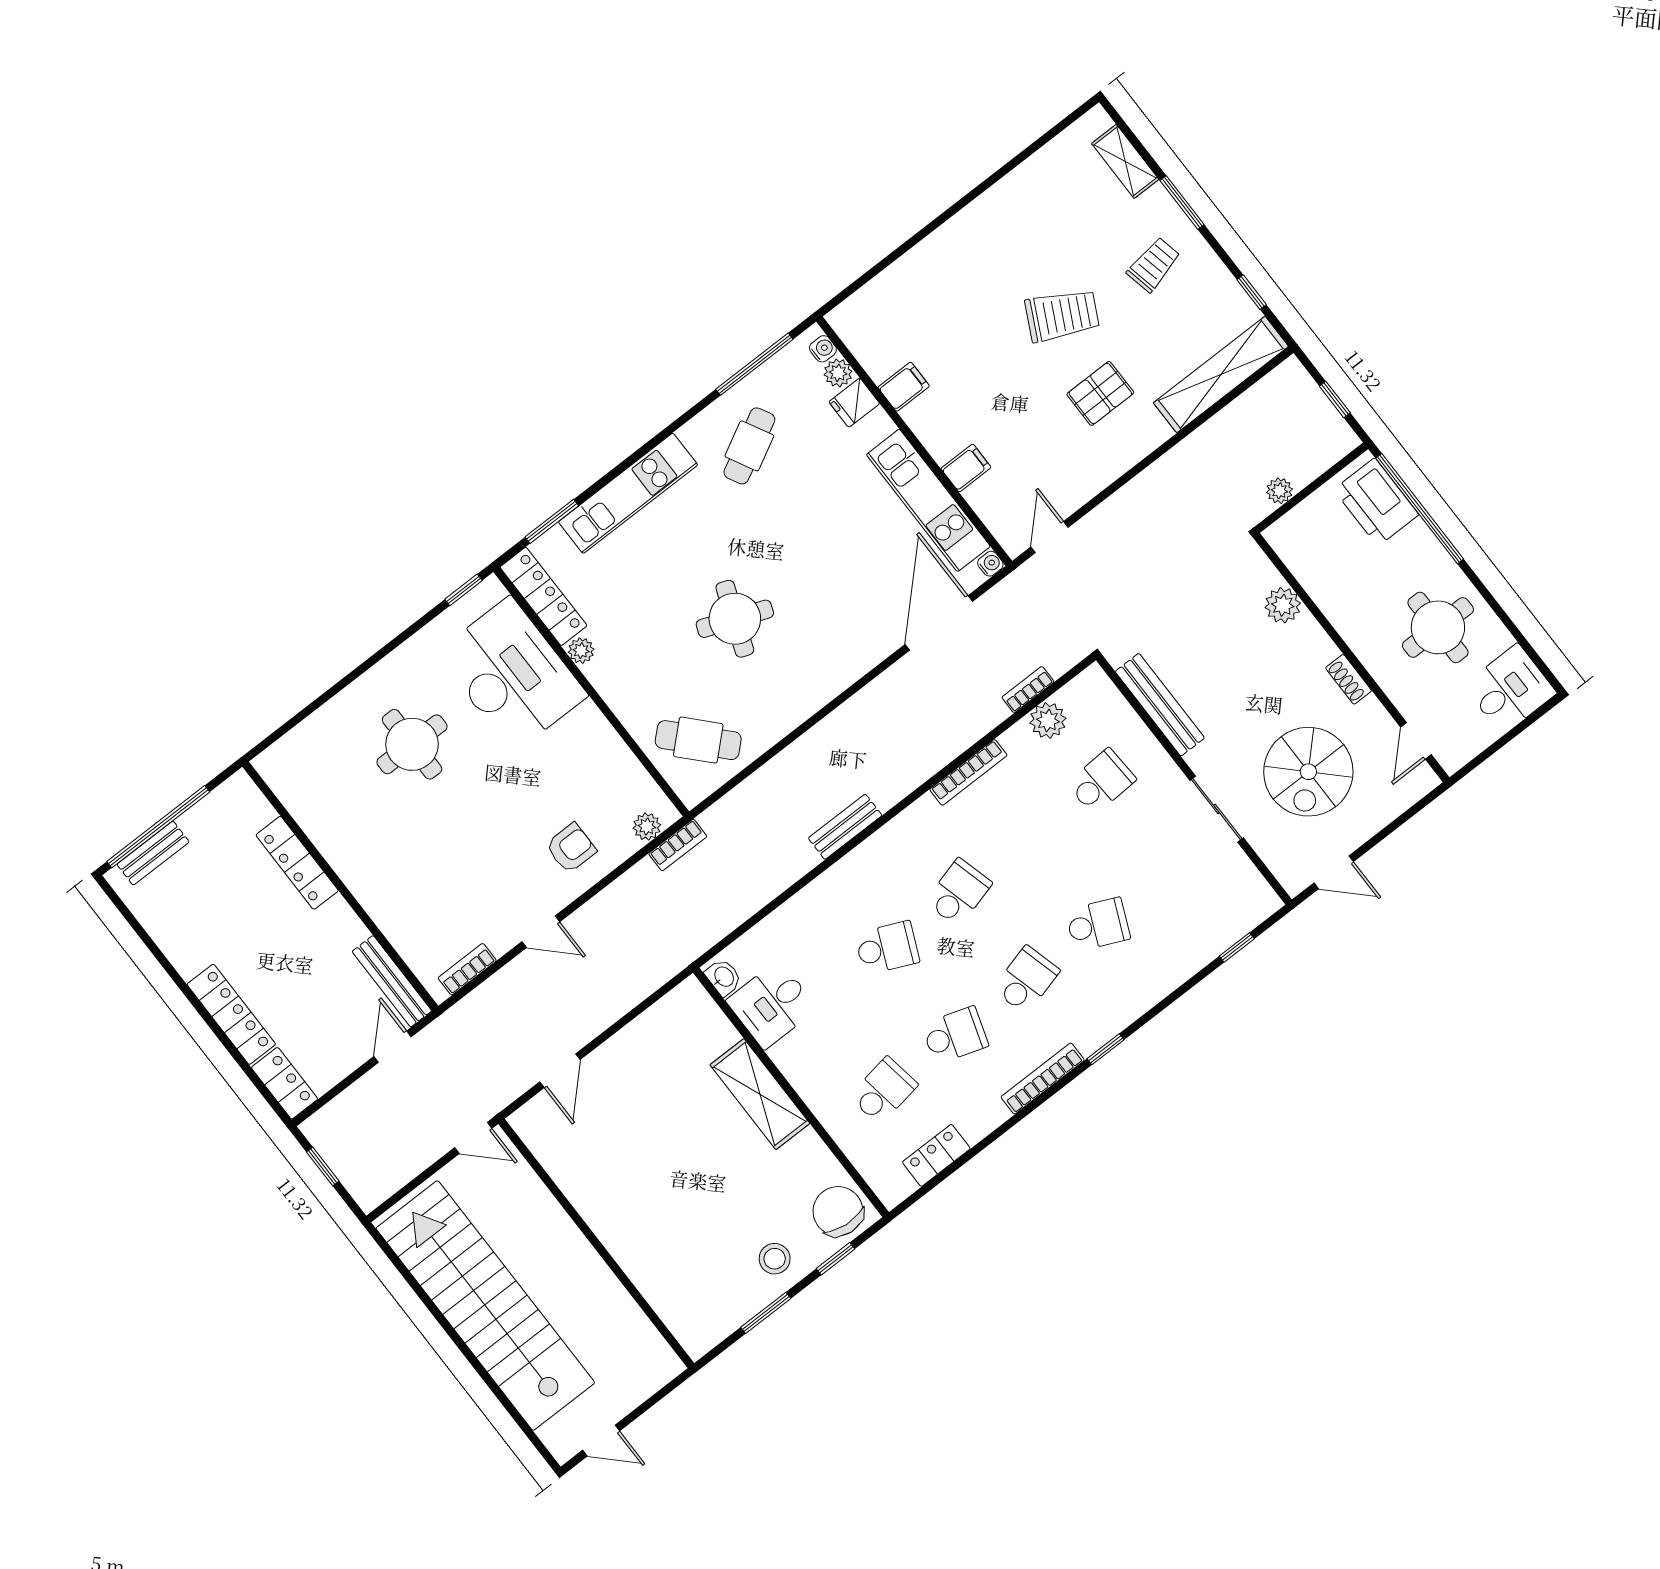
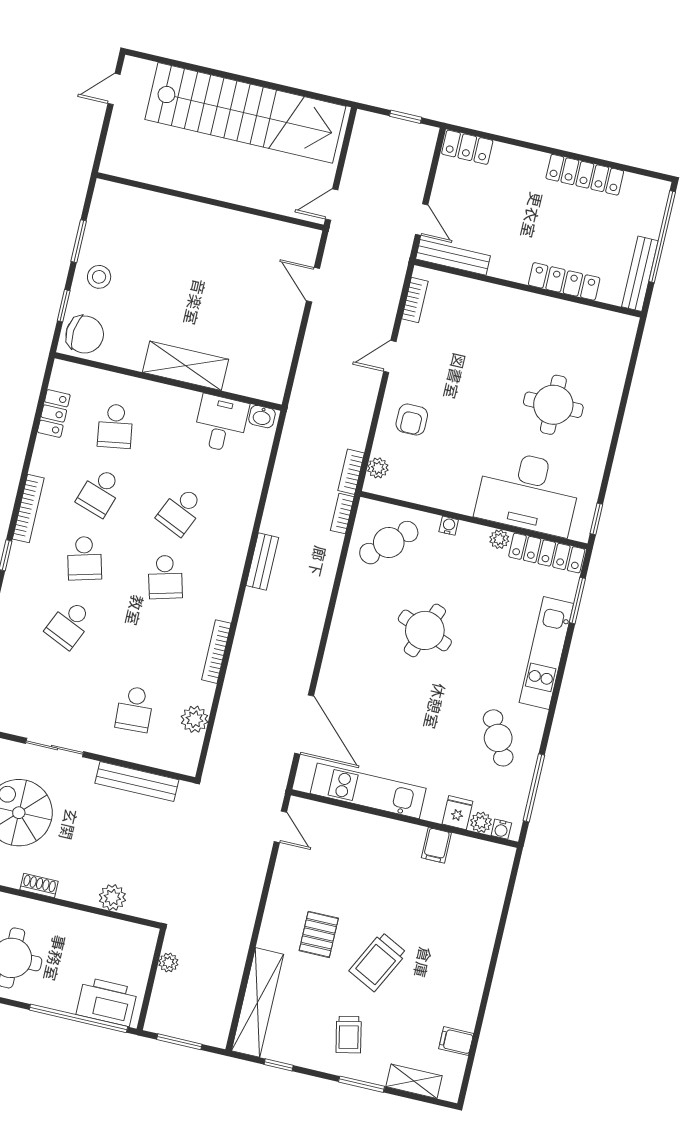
window: (1335, 399) -> (179, 1042), width x1.50
filing cabinet: (966, 468) -> (456, 1041), moved, turned 90
water cooler: (990, 564) -> (449, 526), moved, turned 180
bookcase: (1028, 690) -> (342, 514), moved, turned 180
bench: (153, 853) -> (640, 274), moved, width x1.36
locker: (231, 1014) -> (585, 175), moved

